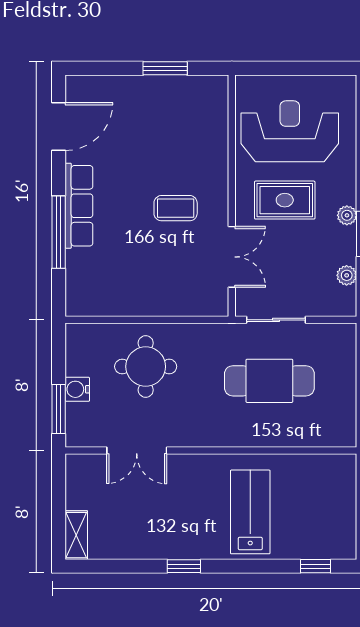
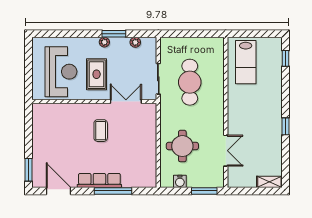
window: (165, 68) -> (28, 170), moved
reception desk: (290, 131) -> (61, 72), turned 180
water cooler: (77, 389) -> (180, 181), moved
lab bench: (250, 512) -> (246, 62), moved, turned -90

